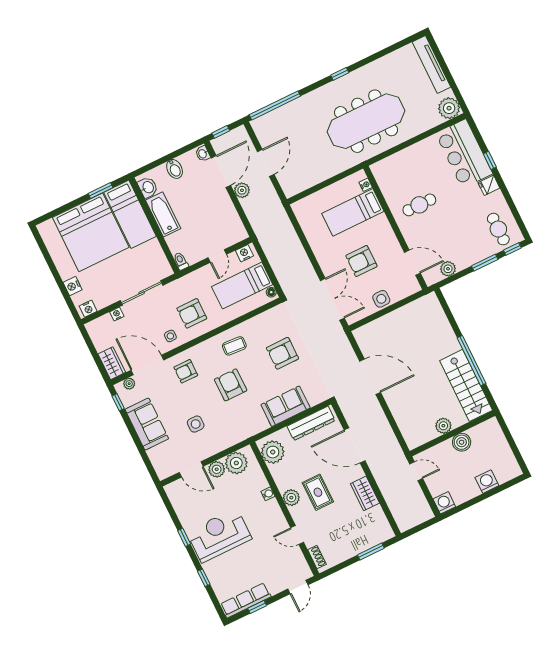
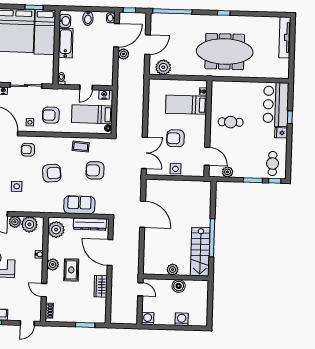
plant: (449, 108) -> (163, 67), moved
coffee table: (234, 346) -> (81, 147), moved
armchair: (231, 385) -> (52, 173), turned 84

